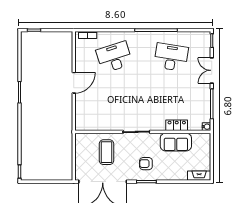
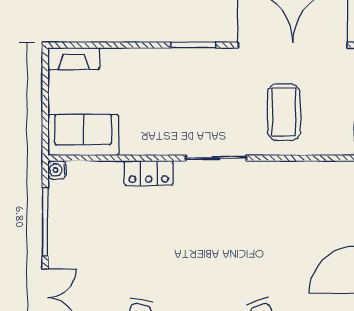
locker: (177, 125) -> (149, 173), moved
sofa: (176, 142) -> (83, 135), moved
armchair: (146, 164) -> (194, 86), removed

